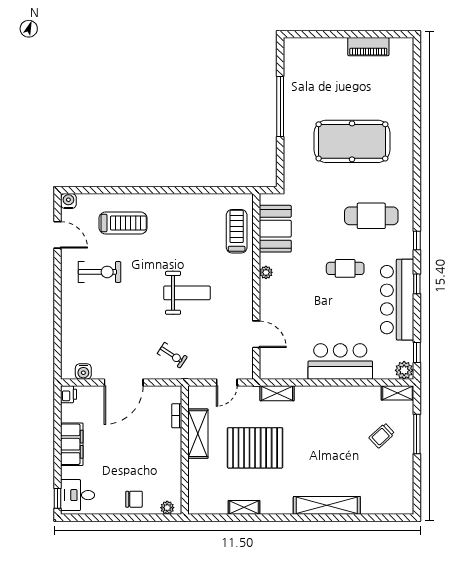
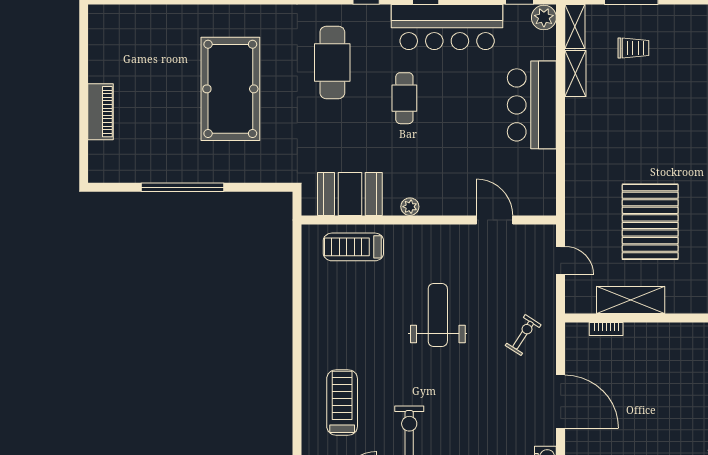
piano: (368, 47) -> (101, 112), moved
door: (256, 334) -> (495, 220), hinge flipped
shelving: (277, 393) -> (575, 74), moved
trolley: (382, 436) -> (633, 48), turned -47

